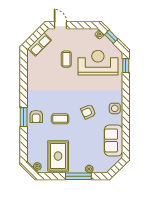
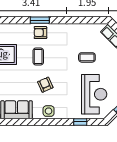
coffee table: (66, 59) -> (87, 57), moved
window: (126, 66) -> (80, 122), moved

